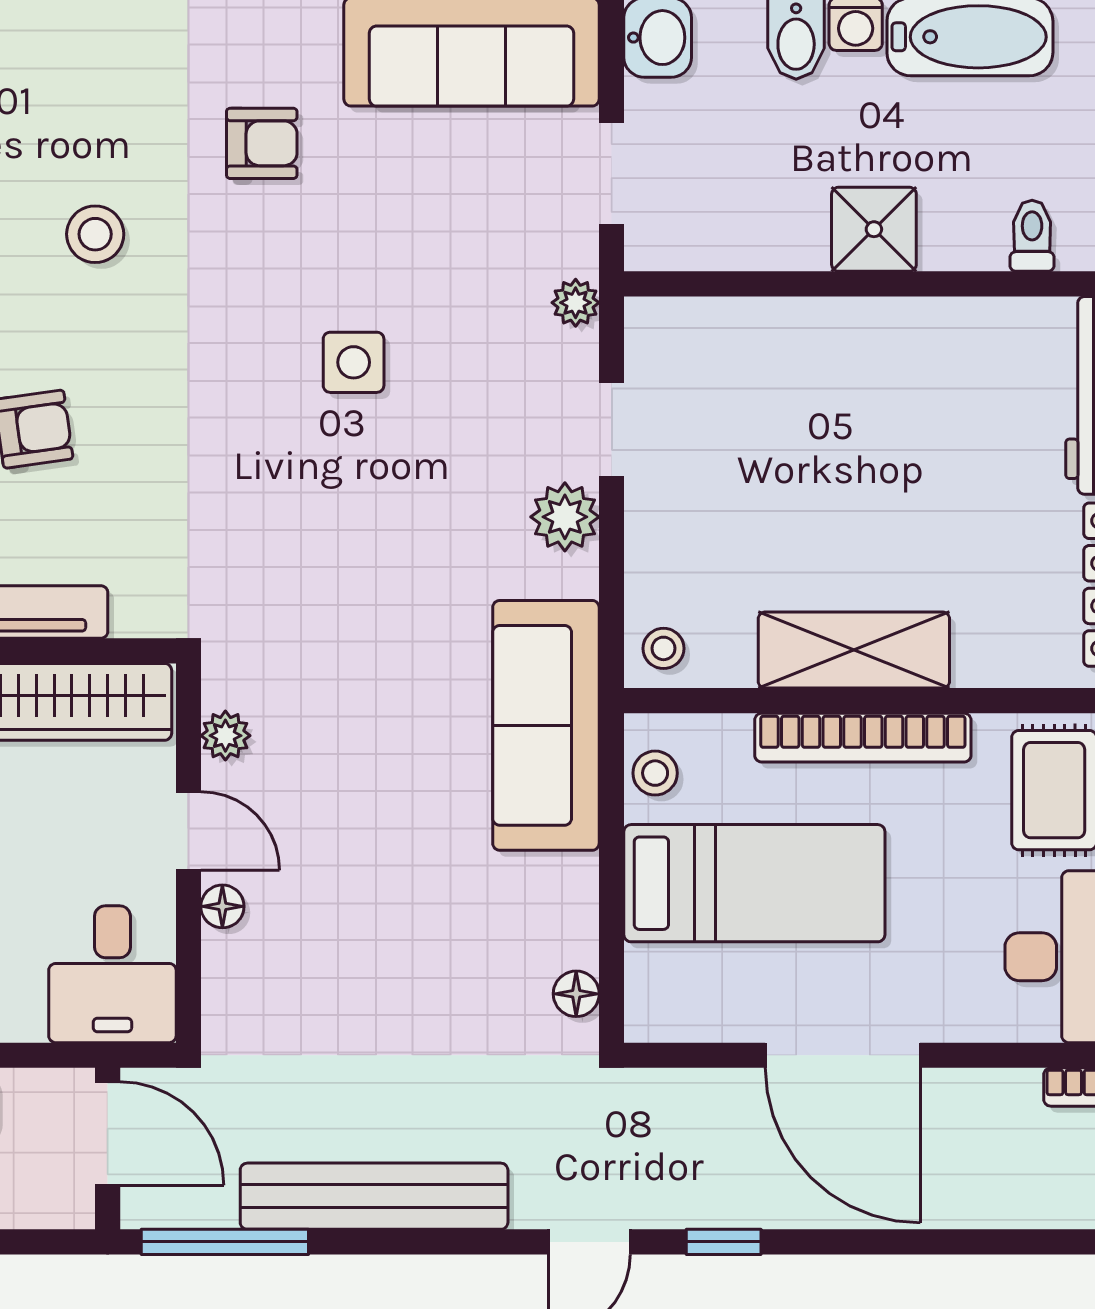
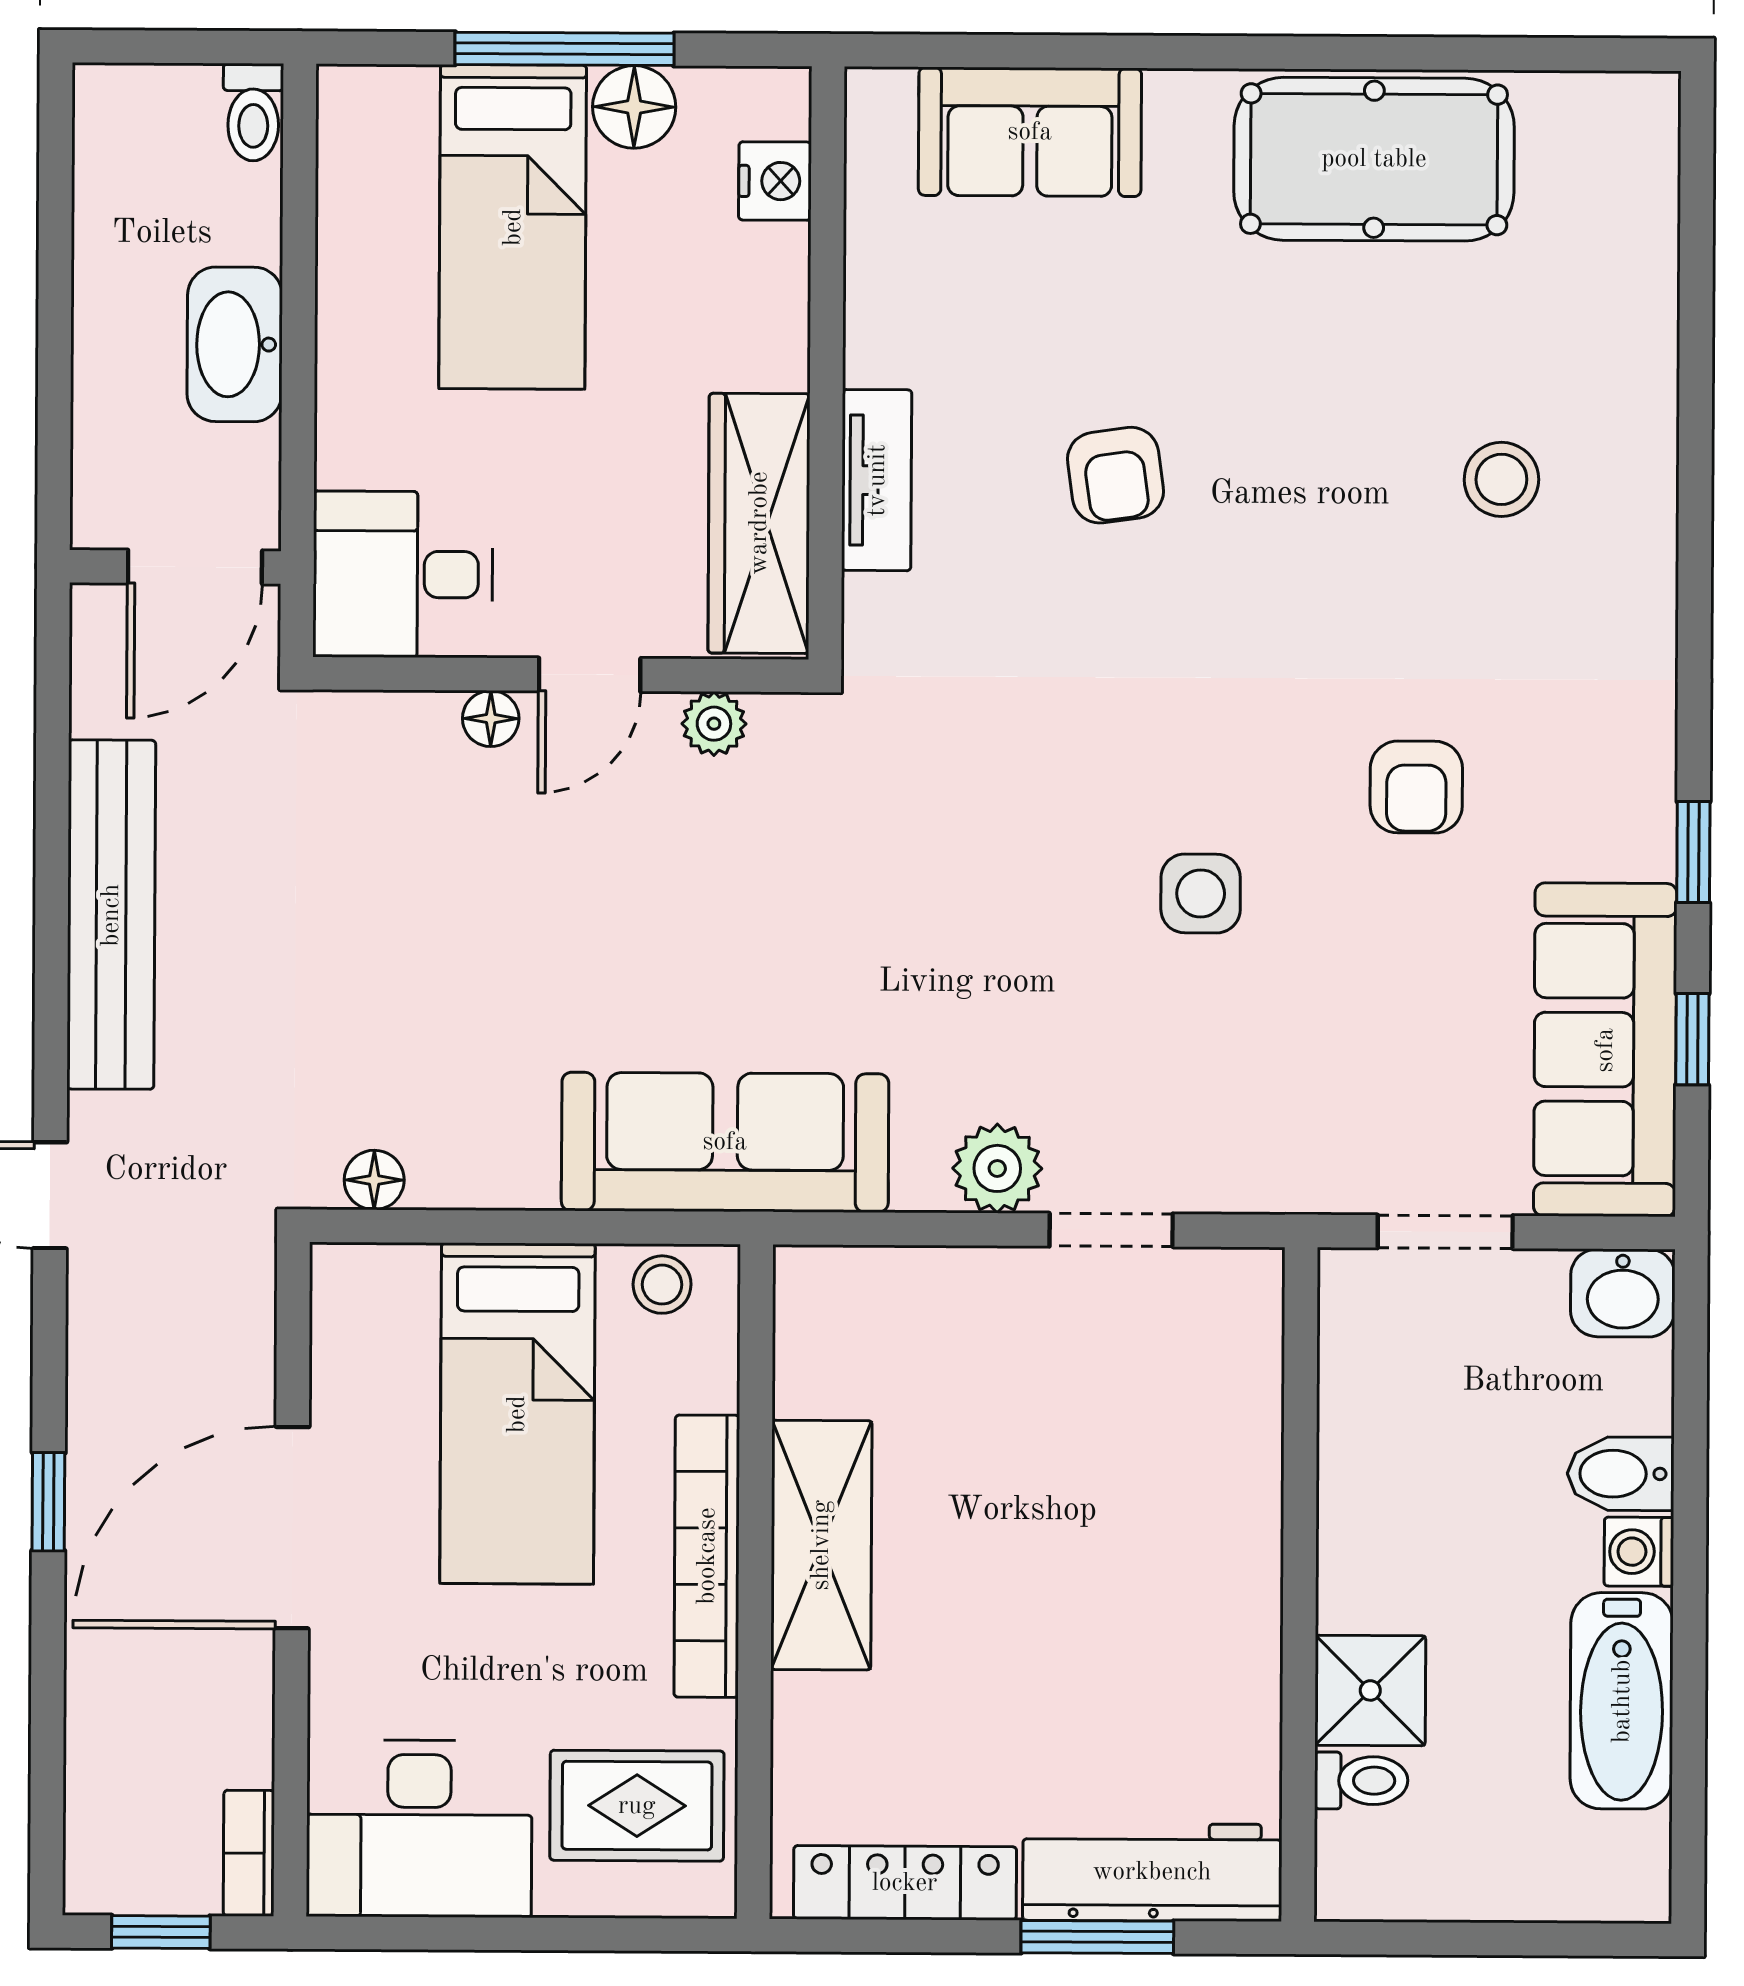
armchair: (262, 143) -> (1416, 787), moved
shower: (874, 229) -> (1370, 1690), moved
stool: (95, 234) -> (1501, 479), moved
plant: (576, 303) -> (1277, 1184), removed
stool: (664, 648) -> (825, 1296), removed
window: (225, 1242) -> (53, 719), removed
window: (724, 1242) -> (48, 1502), moved

